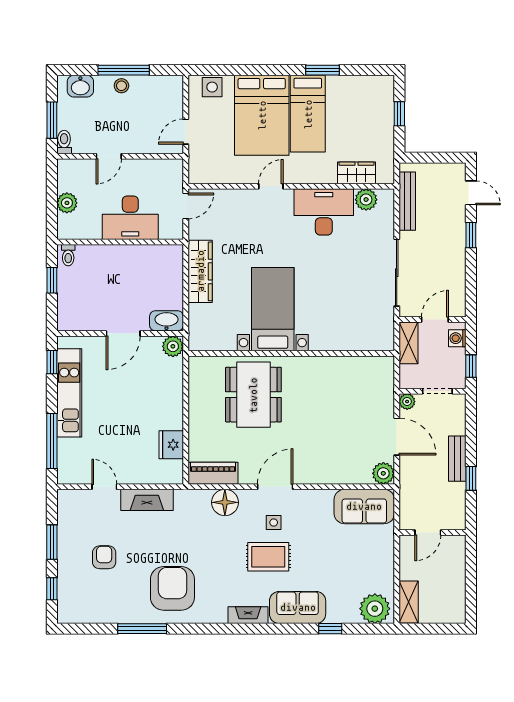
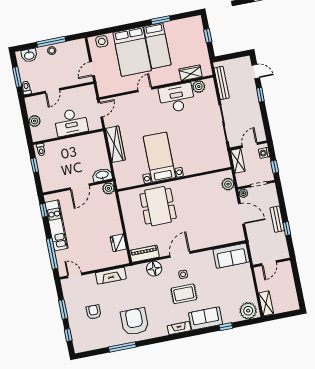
plant: (383, 473) -> (228, 184), moved
door: (104, 487) -> (75, 275), moved

